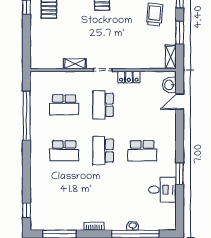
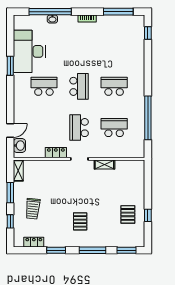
school desk: (103, 105) -> (79, 128), turned 180
desk: (162, 190) -> (29, 51), width x1.87, depth x1.30

